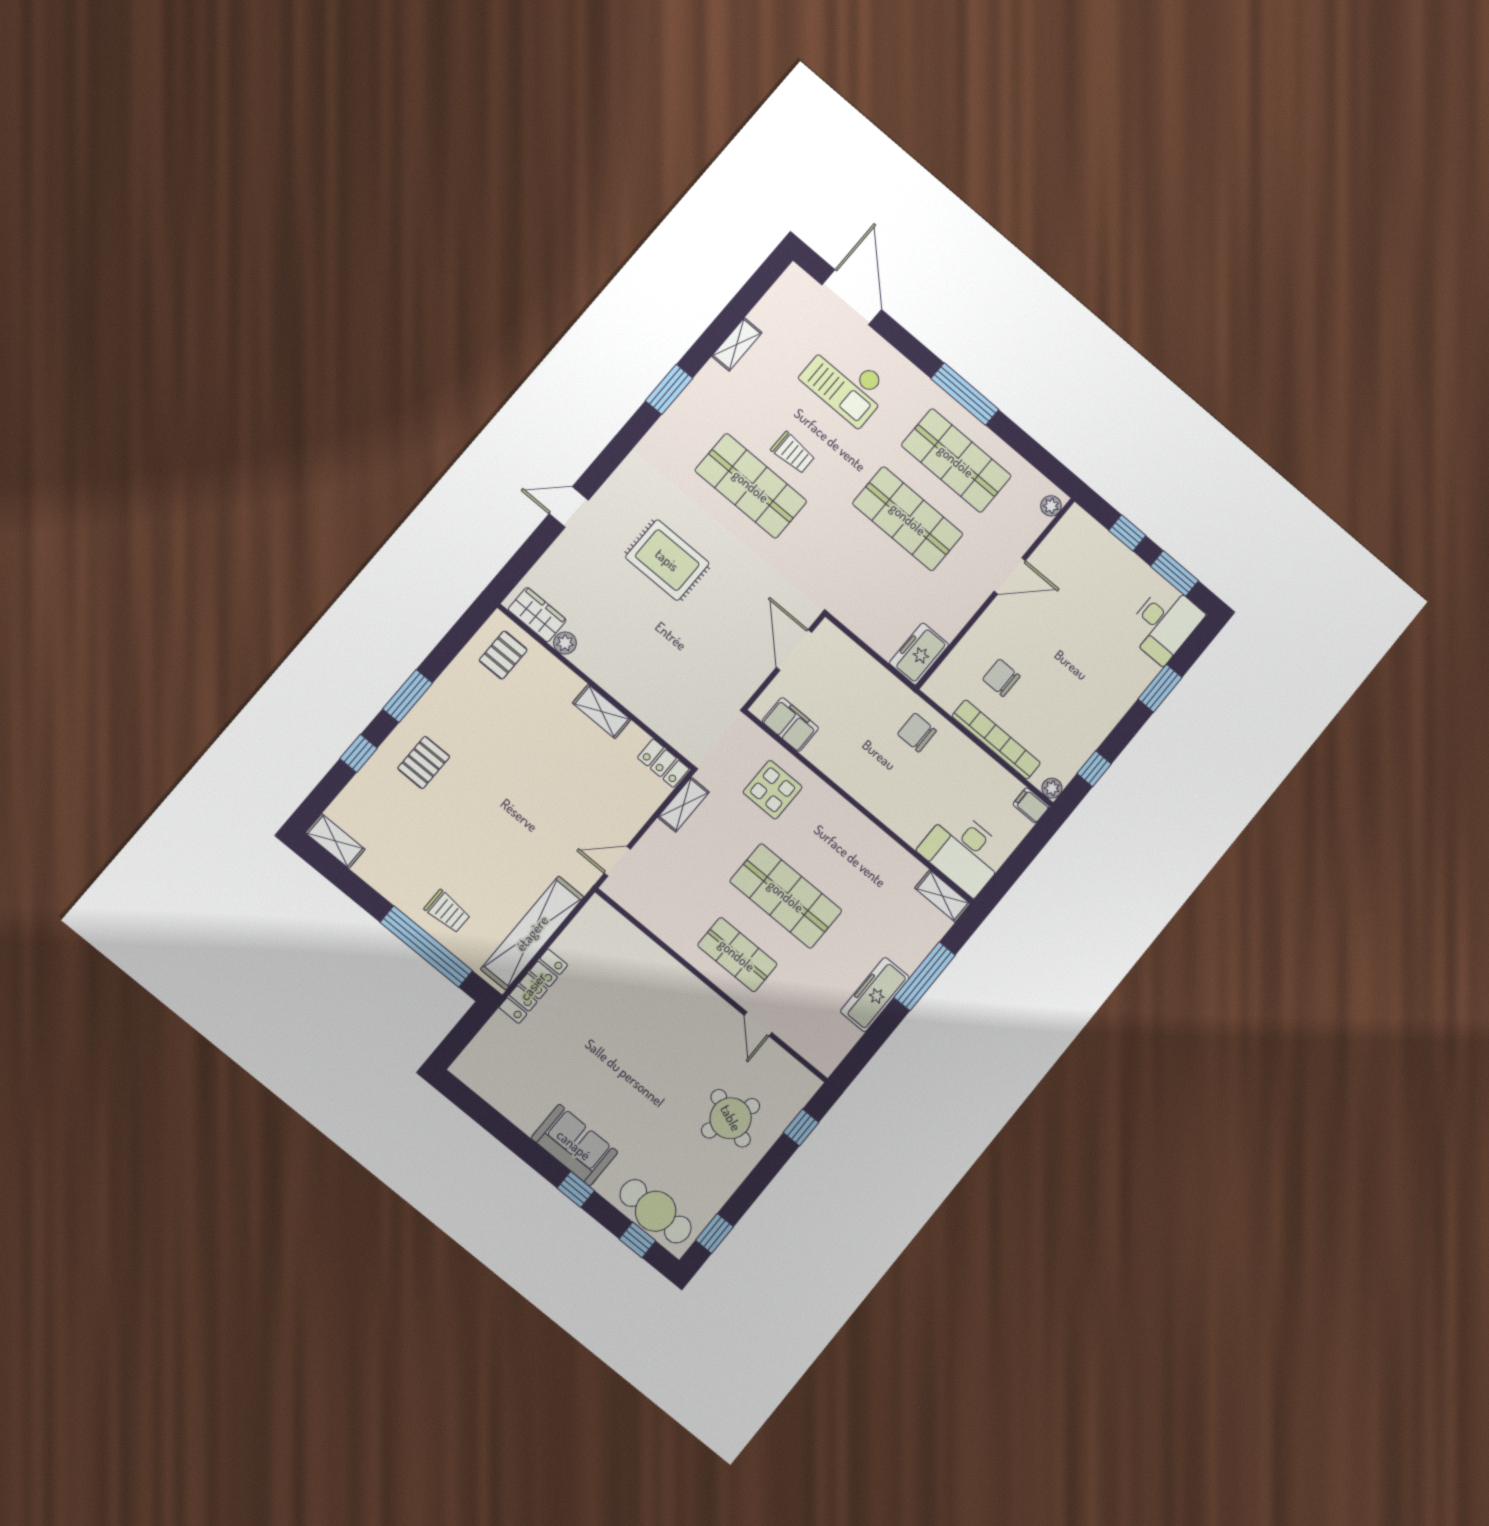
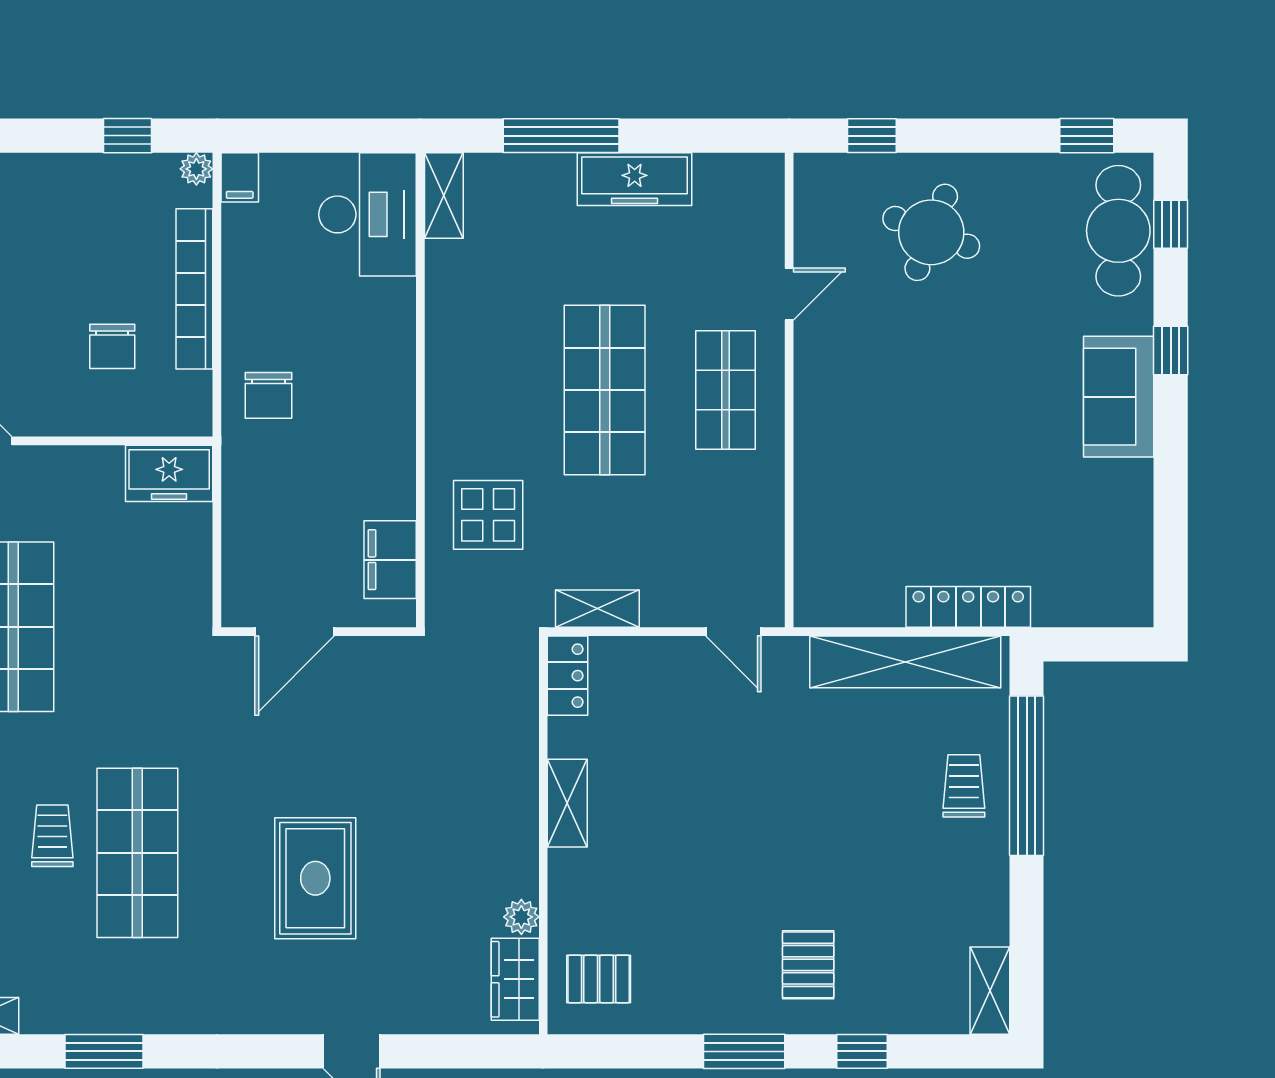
pallet: (424, 763) -> (808, 965), turned 90

